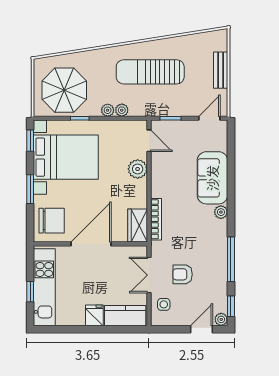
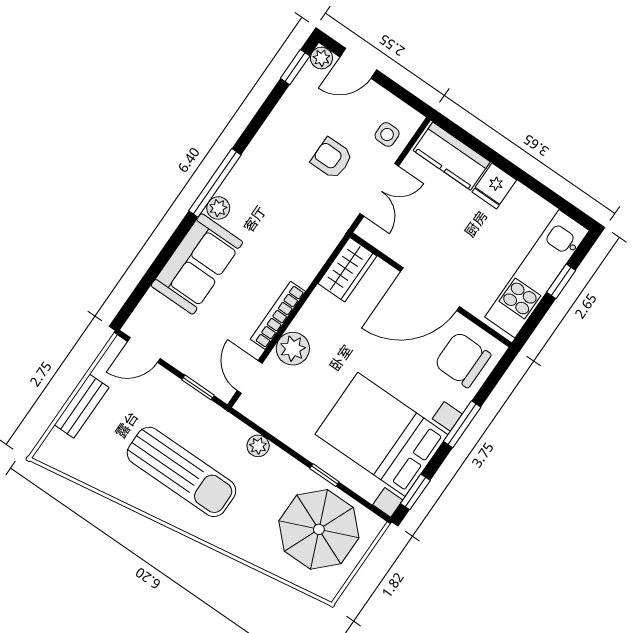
plant: (108, 110) -> (278, 460), removed
bookcase: (156, 219) -> (278, 315), moved
window: (231, 259) -> (215, 183), moved
armchair: (183, 274) -> (332, 158), turned 180

